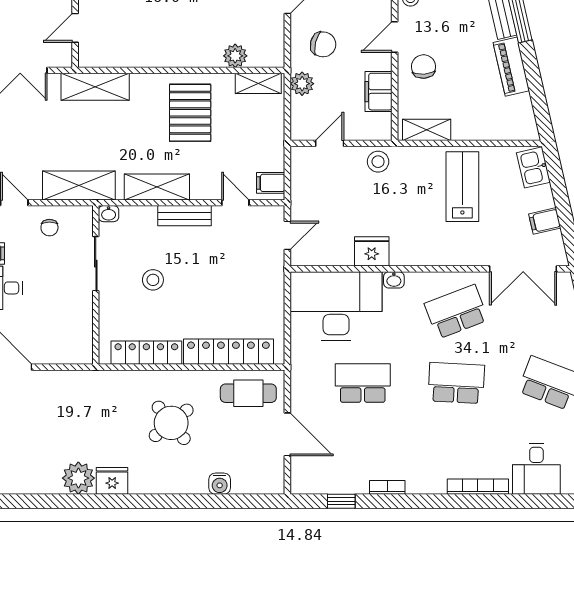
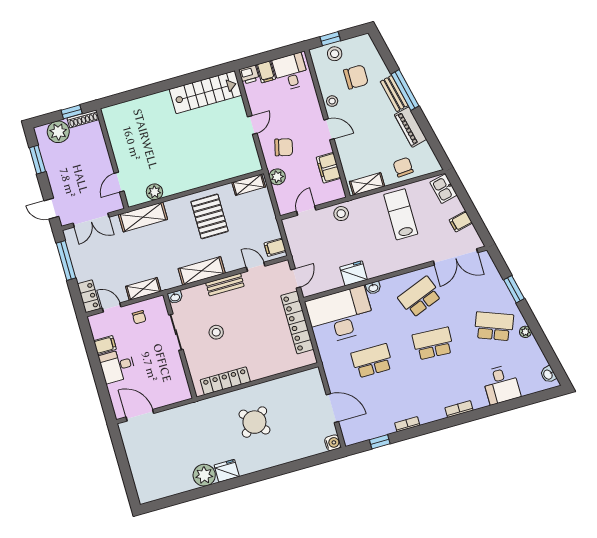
door: (395, 37) -> (329, 129), swing flipped
plant: (235, 56) -> (154, 192), moved
chair: (423, 67) -> (403, 167), moved
shelving: (79, 185) -> (143, 289), width x0.67, depth x0.75
locker: (228, 352) -> (297, 322), moved, turned -90
cafe table: (248, 393) -> (299, 388), removed
water cooler: (220, 484) -> (333, 443), moved, turned -90
bookcase: (478, 487) -> (459, 409), width x0.64

